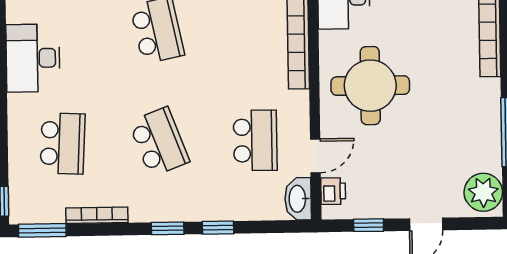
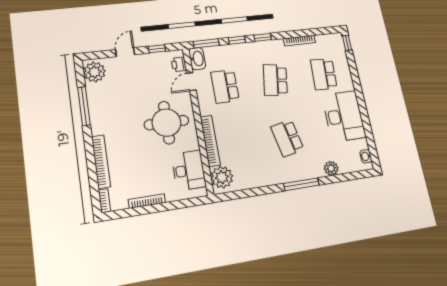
desk: (33, 58) -> (344, 116), width x1.36, depth x1.30
school desk: (159, 142) -> (275, 80), turned 30
window: (42, 230) -> (206, 43), moved

